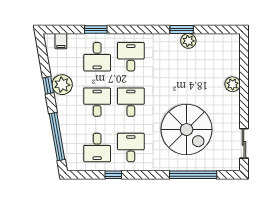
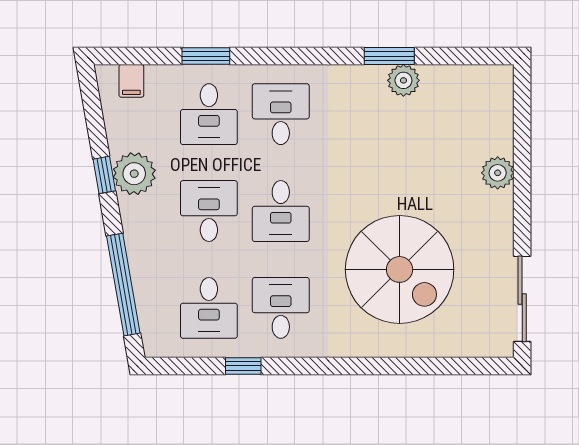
desk: (131, 102) -> (281, 211), turned 180
sliding door: (244, 143) -> (522, 299), width x1.37
window: (193, 175) -> (414, 366), removed

